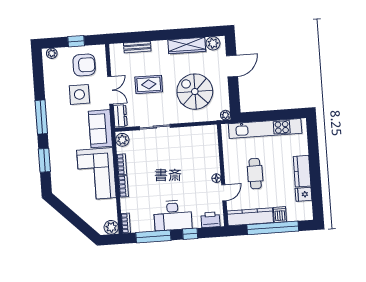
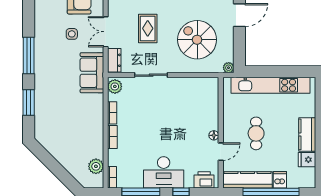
rug: (149, 84) -> (148, 28), turned 90
double door: (110, 90) -> (106, 32), swing flipped
side table: (79, 94) -> (72, 34), width x0.54, depth x0.54
corner sofa: (96, 174) -> (84, 121), removed
plant: (111, 227) -> (96, 166), moved

